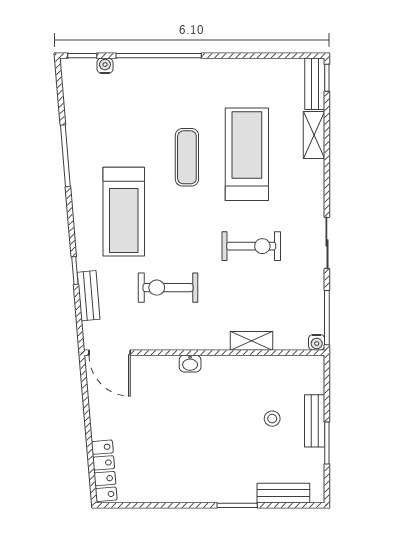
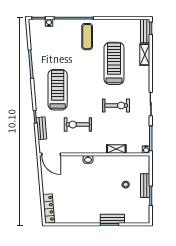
exercise mat: (187, 157) -> (87, 37), moved
treadmill: (124, 212) -> (58, 90), turned 180
bench: (283, 493) -> (112, 219), moved

